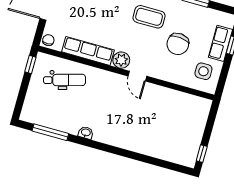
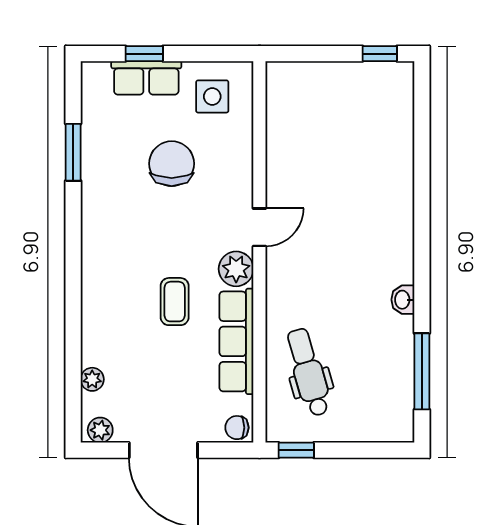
coffee table: (149, 17) -> (175, 302), moved, width x0.73, depth x0.77
chair: (178, 44) -> (172, 164), turned -95

